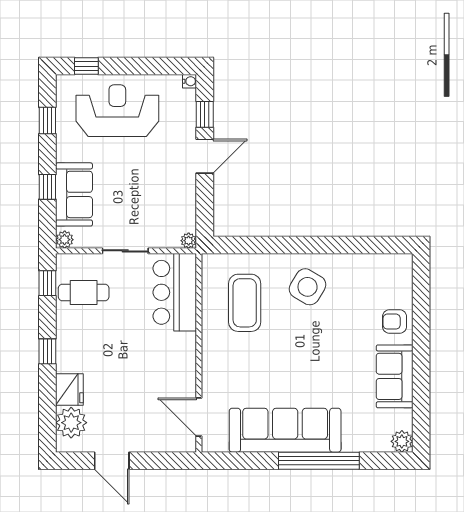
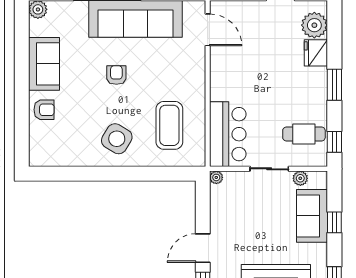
plant: (65, 240) -> (300, 178), moved
window: (47, 351) -> (334, 85), width x1.50
armchair: (308, 363) -> (116, 75), added

